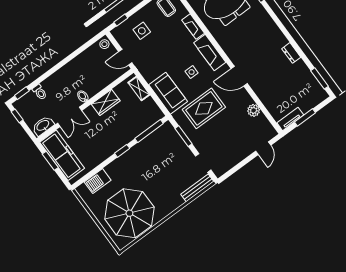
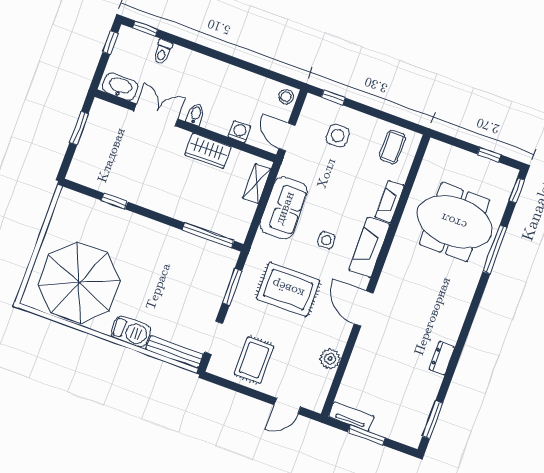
washing machine: (107, 80) -> (239, 132), added
sofa: (168, 93) -> (284, 208), moved
double door: (70, 117) -> (156, 115), swing flipped
rug: (228, 150) -> (254, 360), added
window: (122, 151) -> (114, 201), moved
freezer: (62, 155) -> (97, 139), removed
barbecue: (98, 181) -> (131, 332), moved, turned 180

